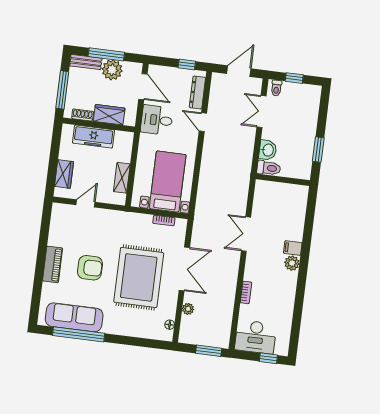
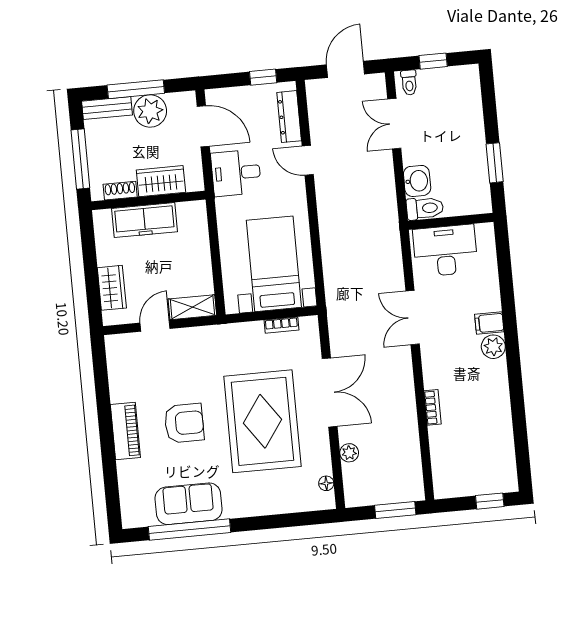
shelving: (122, 178) -> (192, 307), moved, turned 90
sofa: (74, 317) -> (189, 504), width x0.73
desk: (256, 337) -> (445, 251), moved, turned 180

